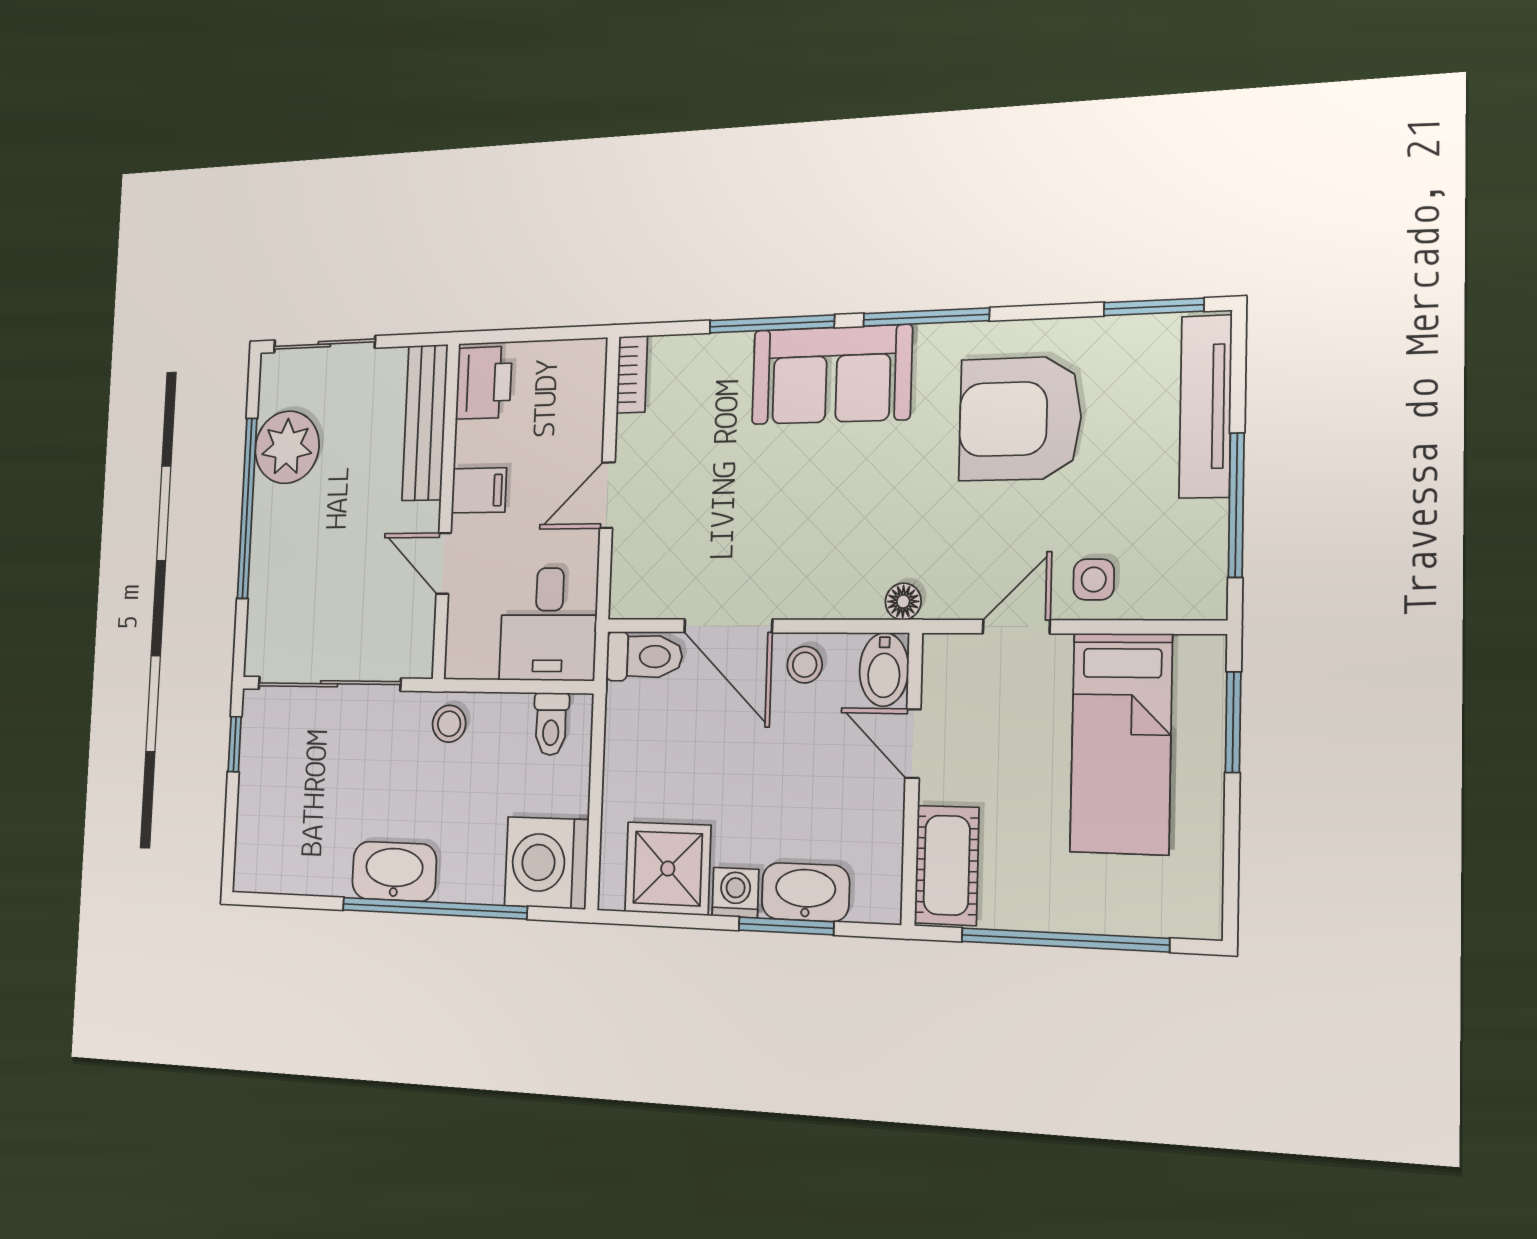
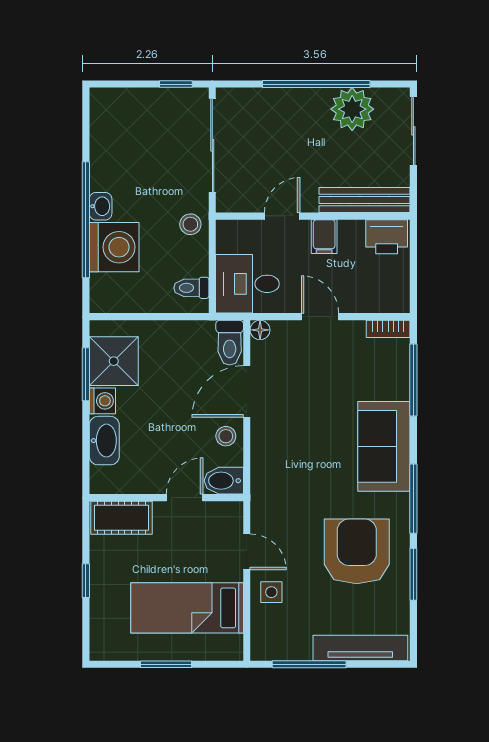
window: (1154, 307) -> (413, 574), moved
window: (772, 324) -> (413, 380), moved
floor lamp: (903, 602) -> (260, 330), moved
window: (1233, 722) -> (166, 664), moved
washing machine: (547, 863) -> (114, 247), moved, turned 90
washbasin: (394, 871) -> (101, 206), width x0.52, depth x0.69
window: (786, 926) -> (86, 374), moved
window: (1064, 940) -> (86, 581), width x0.32

